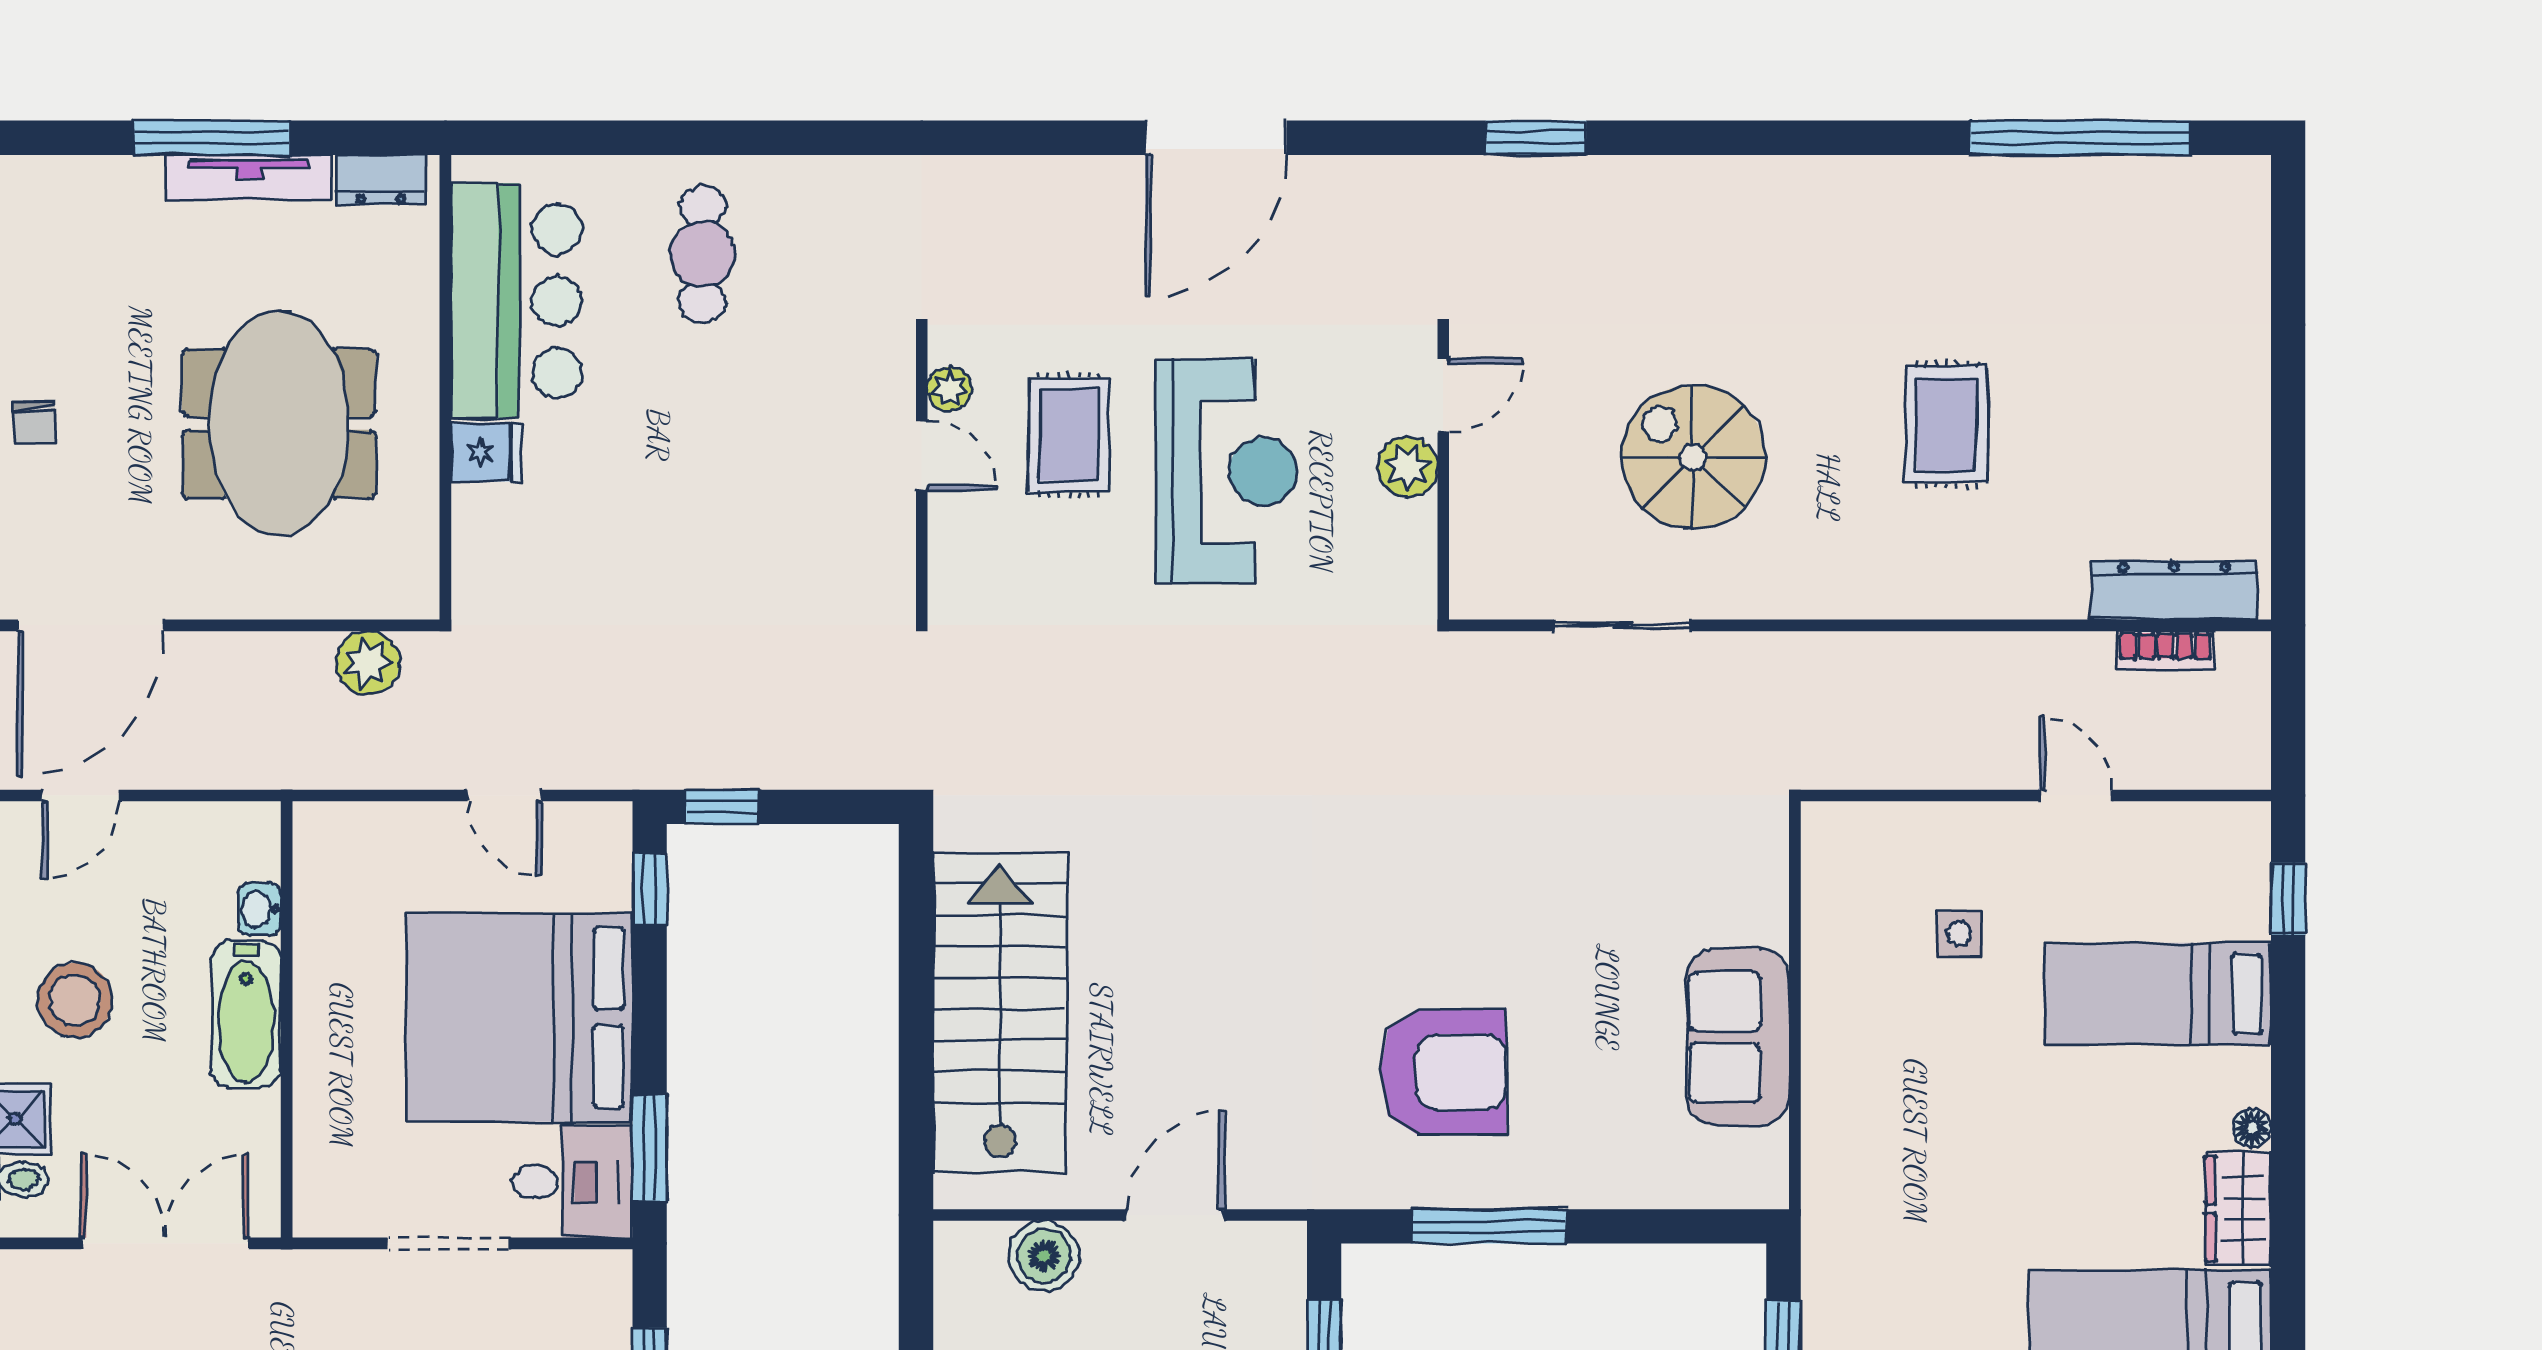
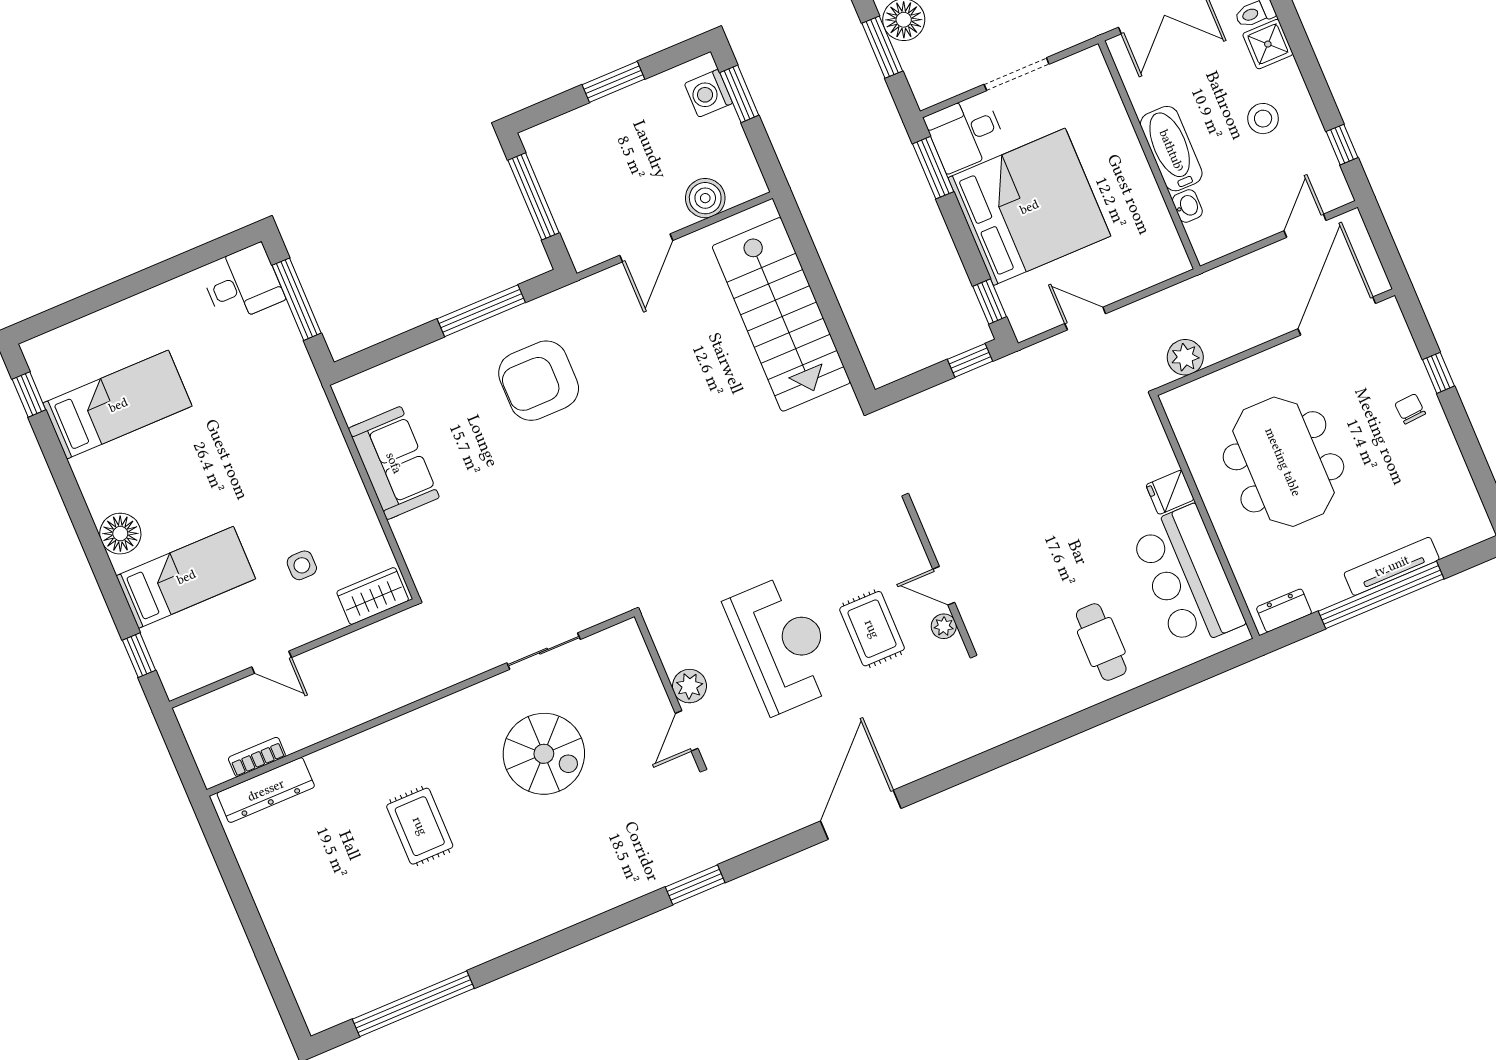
window: (211, 138) -> (1381, 595), width x1.46
tv unit: (249, 177) -> (1392, 566), moved
reception desk: (1226, 471) -> (782, 644), turned 180
stool: (75, 1000) -> (1263, 119), width x0.73, depth x0.73
floor lamp: (2252, 1128) -> (120, 534), width x1.89, depth x1.89
wardrobe: (2238, 1209) -> (373, 596), moved, turned -90

